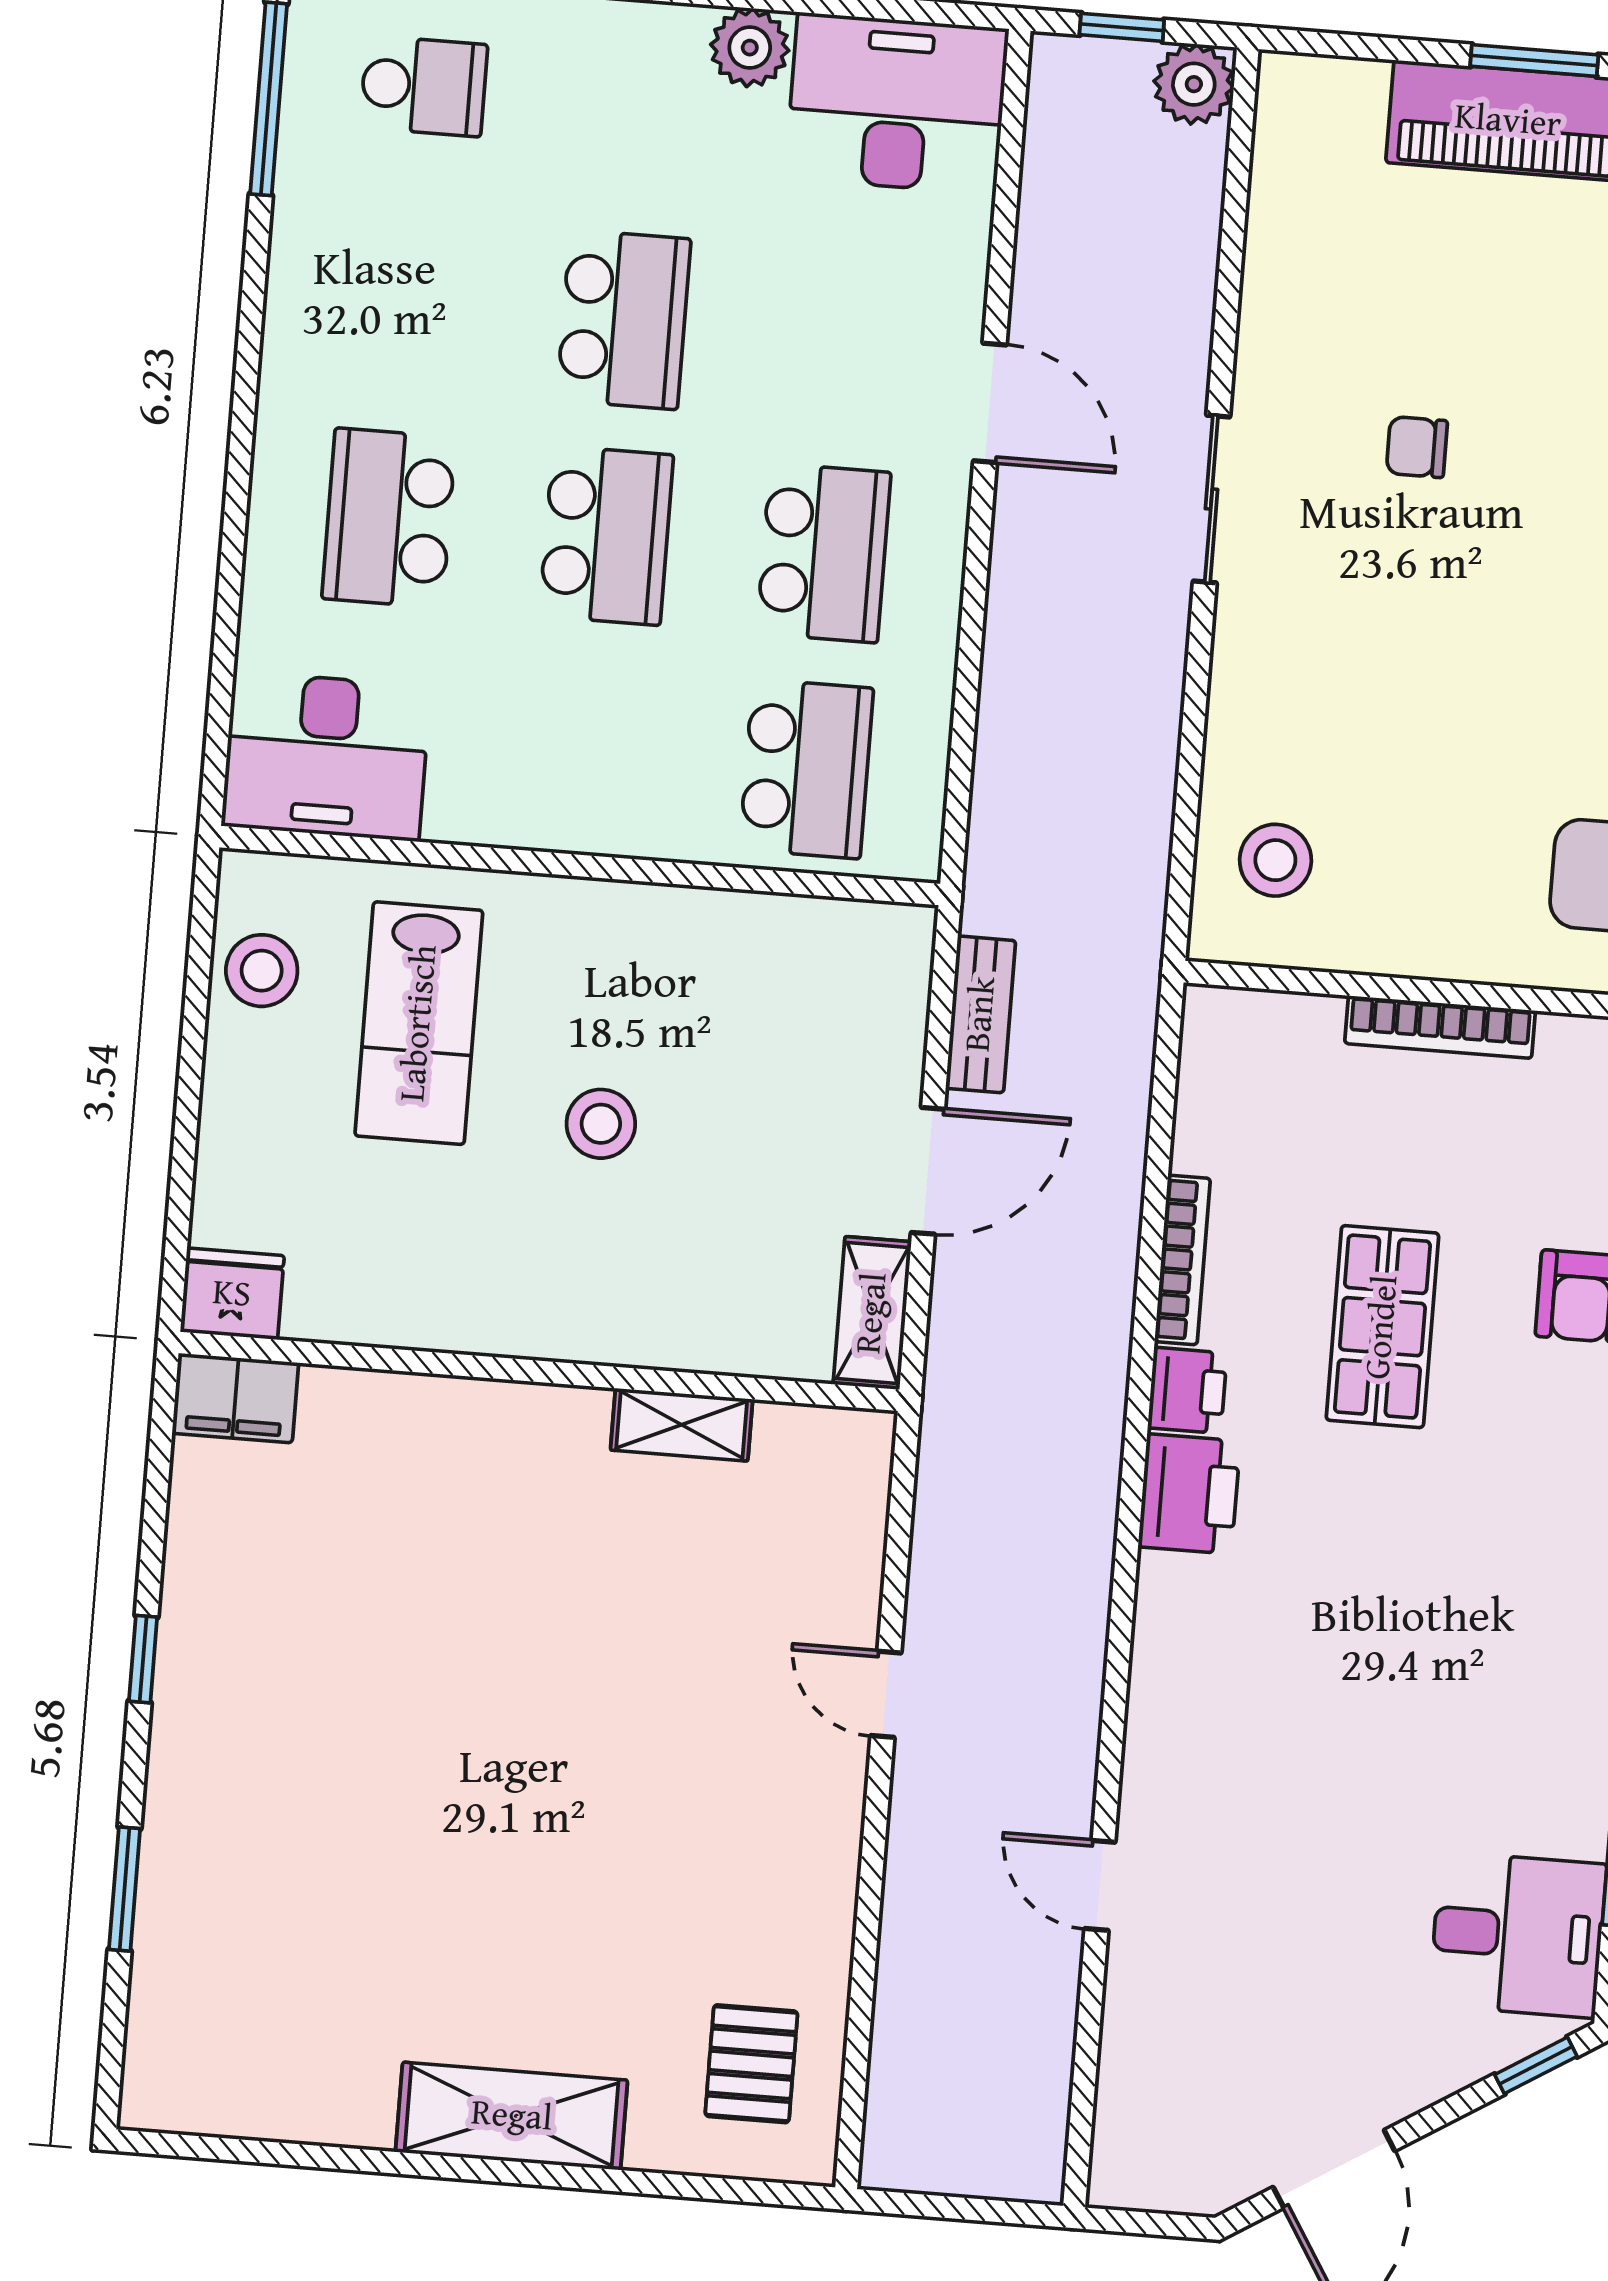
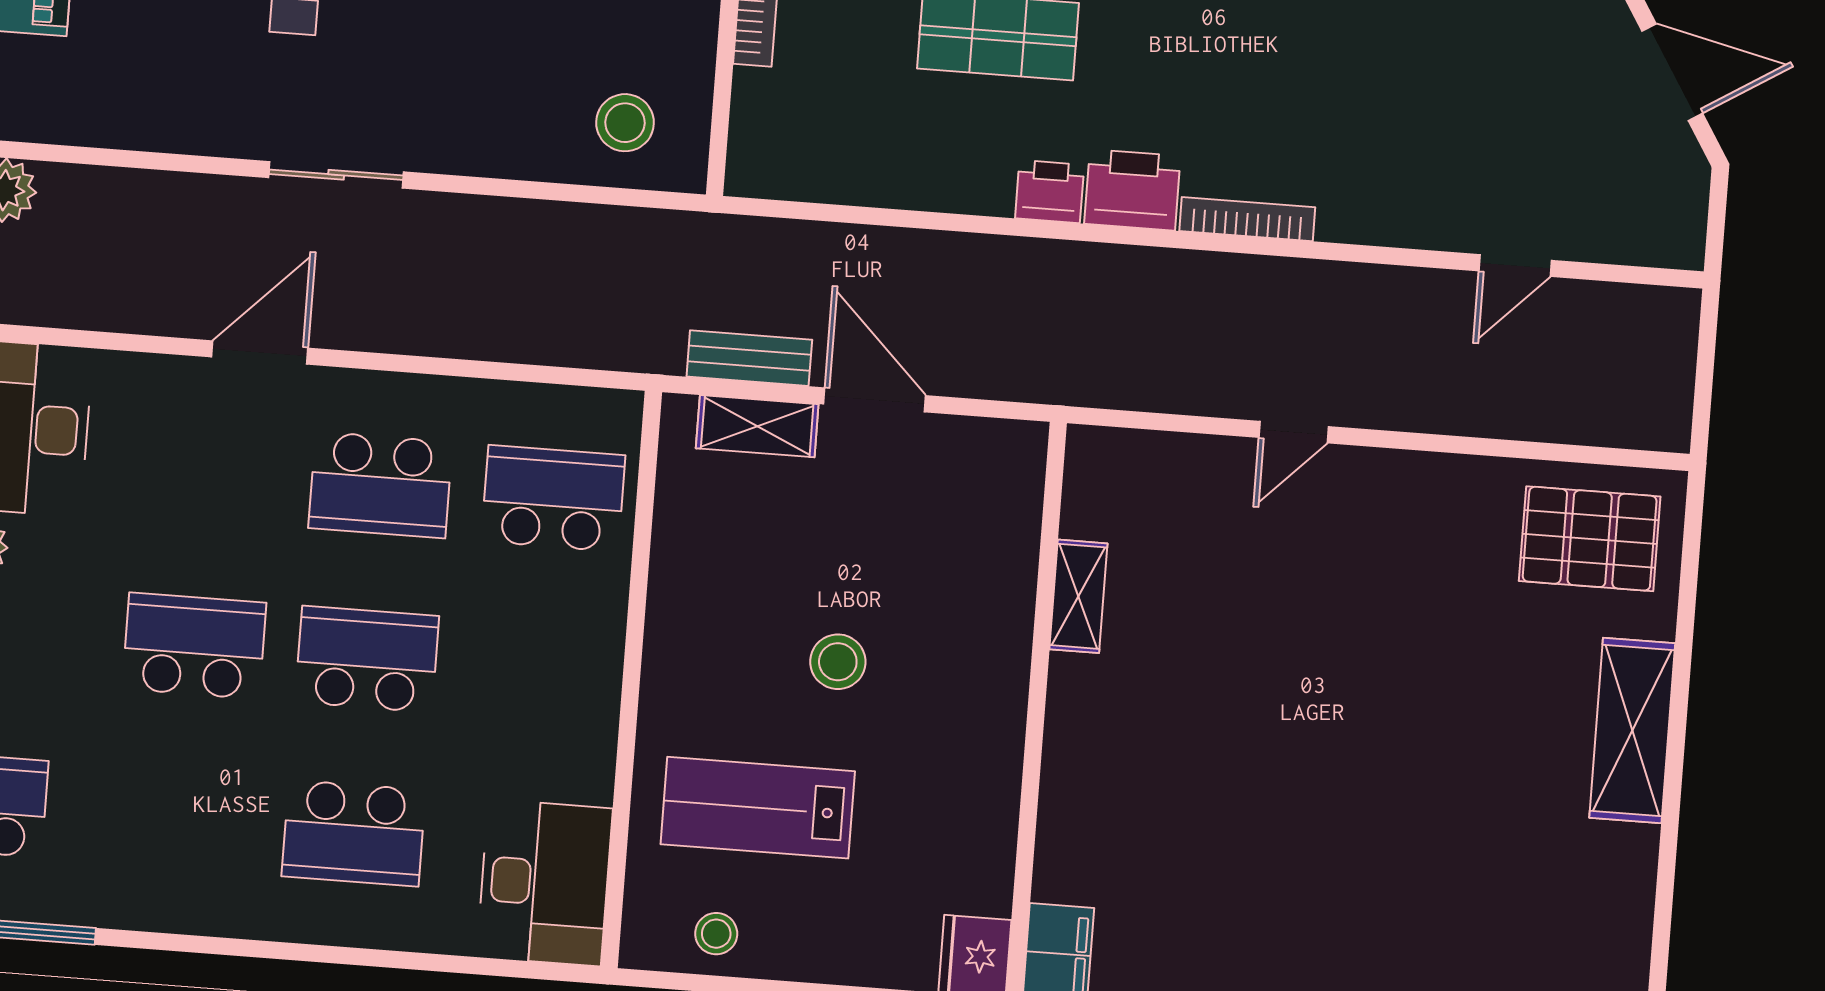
school desk: (824, 553) -> (380, 485), turned 180
stool: (262, 971) -> (716, 934), width x0.73, depth x0.73
lab bench: (419, 1023) -> (758, 808), turned 180
bookcase: (1182, 1260) -> (1247, 219), moved
shelving: (872, 1313) -> (757, 426), moved
door: (1100, 1885) -> (1515, 266), moved
pallet: (751, 2064) -> (1590, 539), width x1.50, depth x1.42

